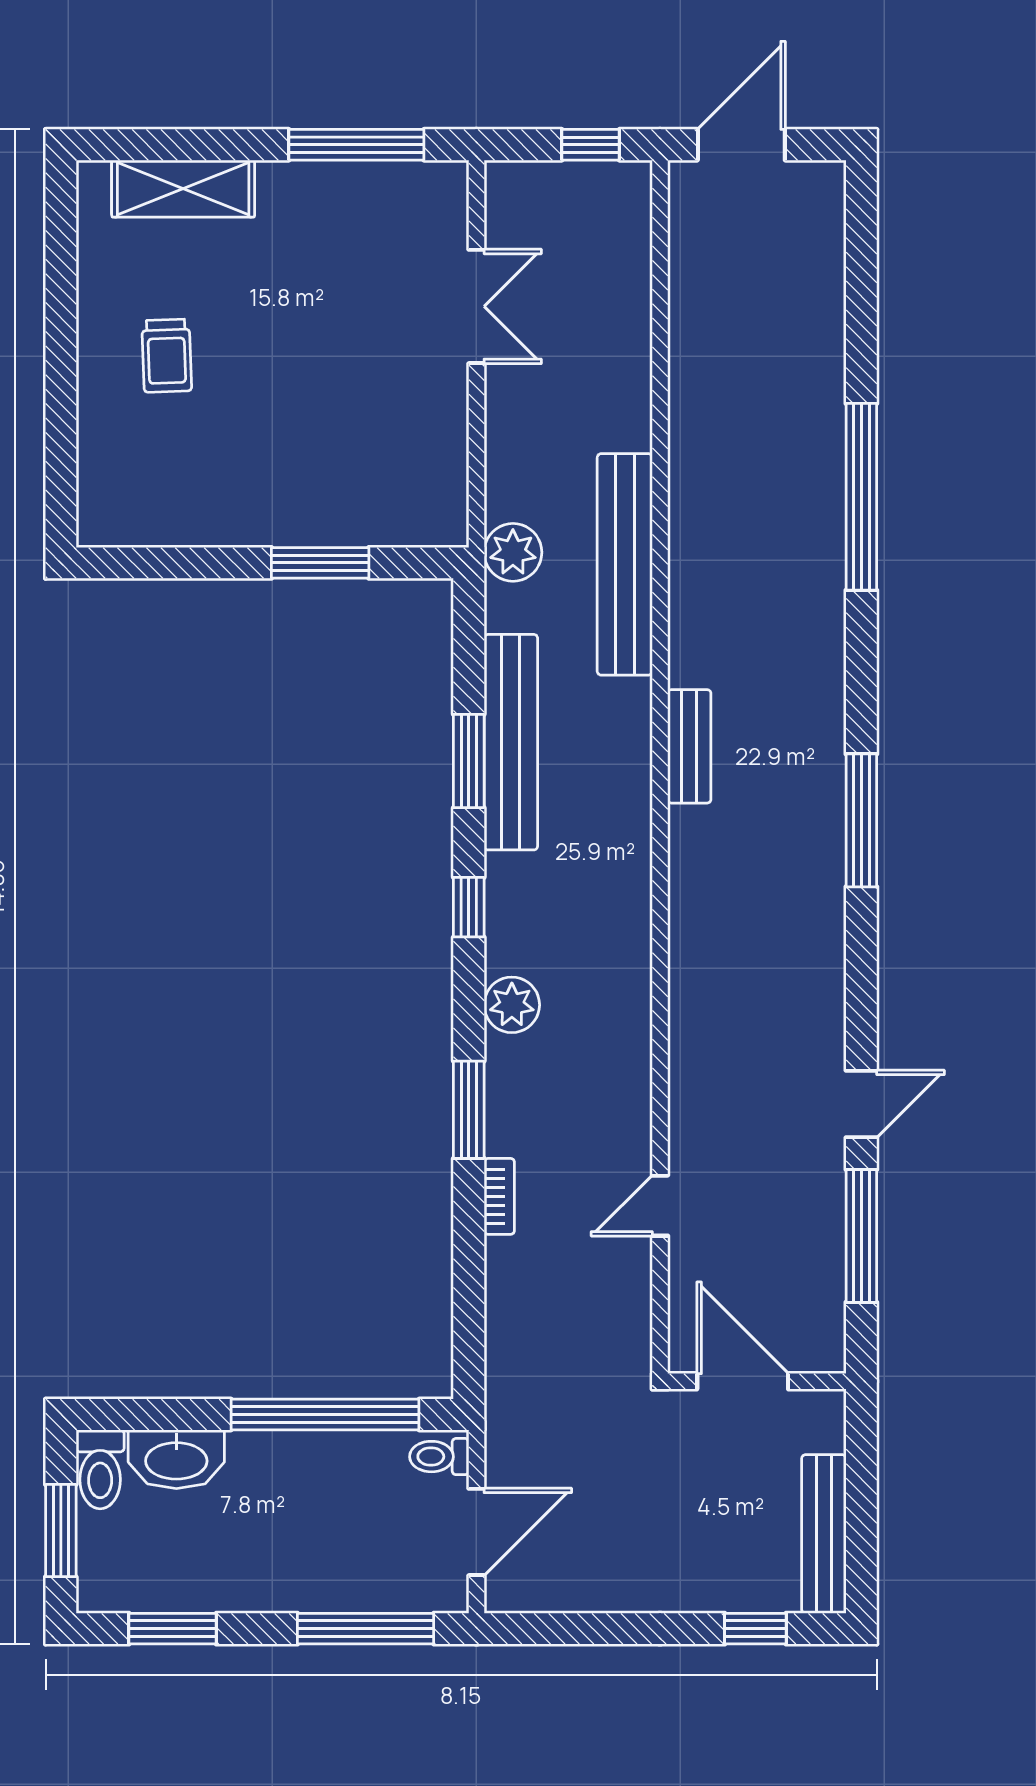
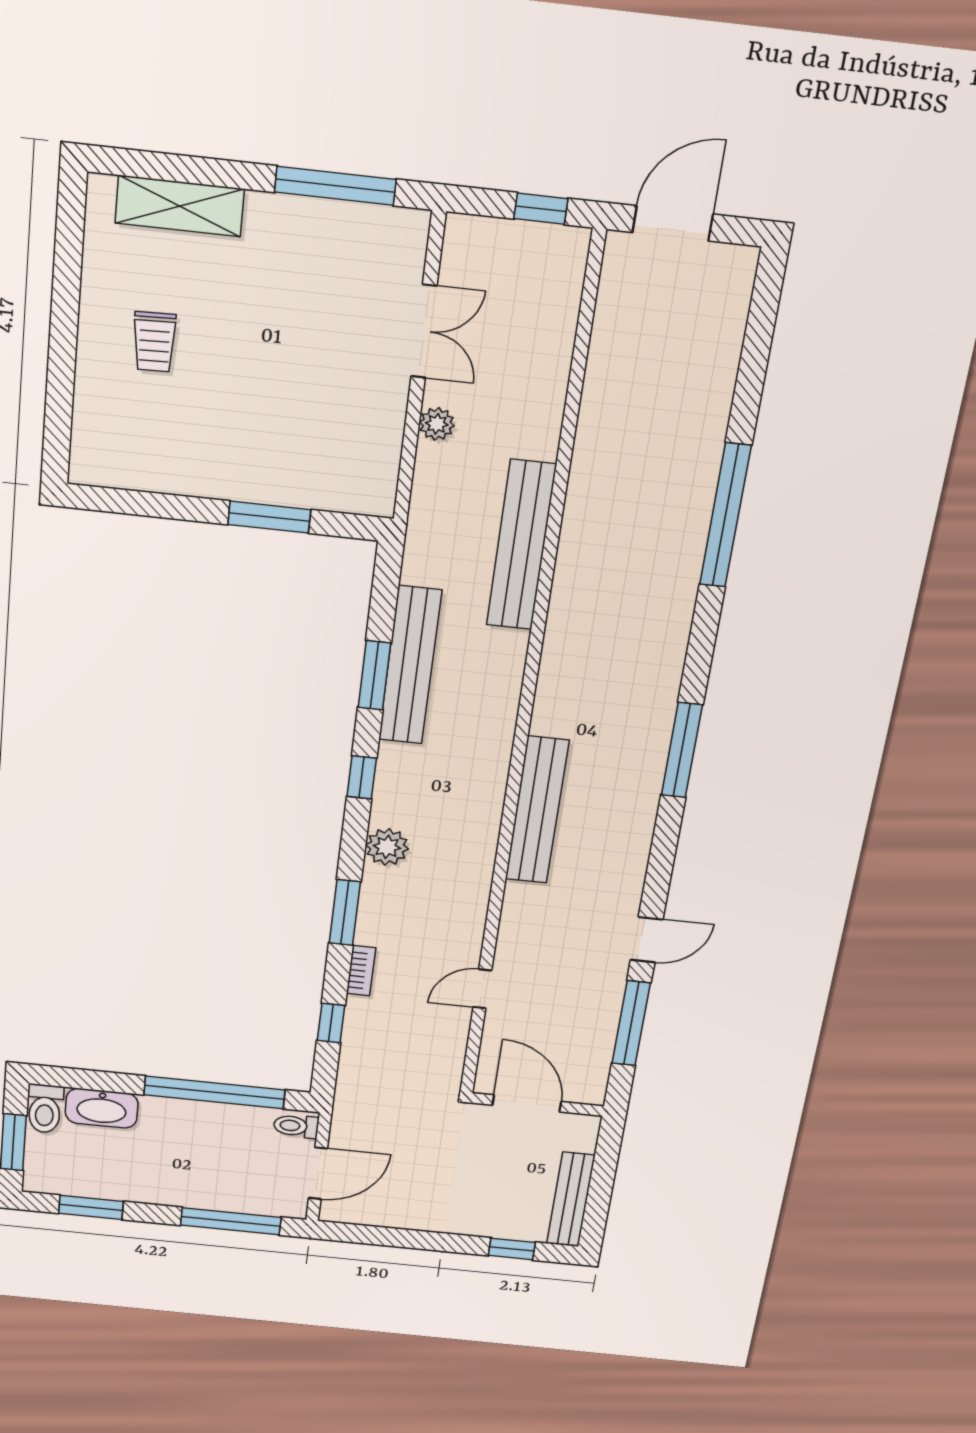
plant: (513, 552) -> (437, 424), moved, width x0.73, depth x0.73
bench: (689, 746) -> (537, 810), moved, width x1.86, depth x1.21
window: (469, 1284) -> (331, 1023), added

